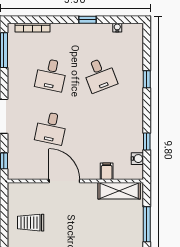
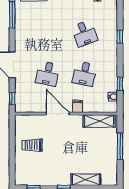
desk: (51, 75) -> (84, 74), moved
filing cabinet: (107, 171) -> (78, 106), moved

